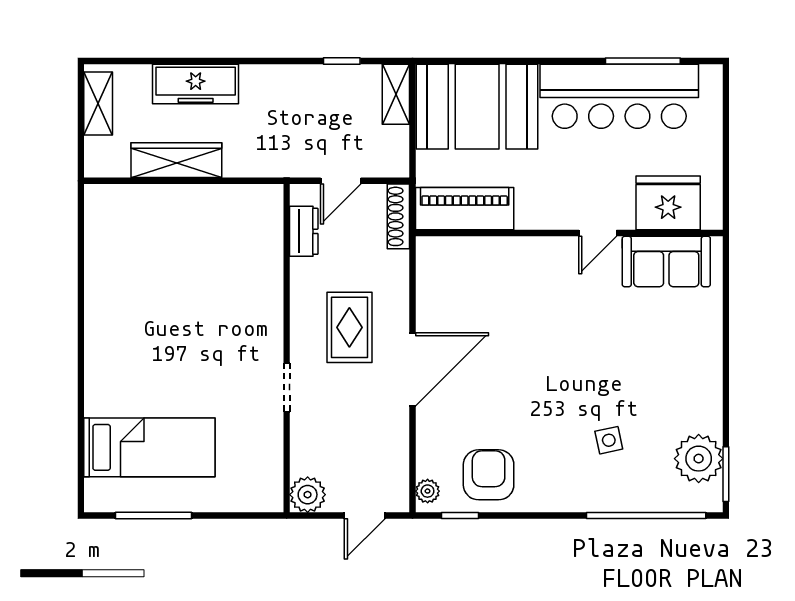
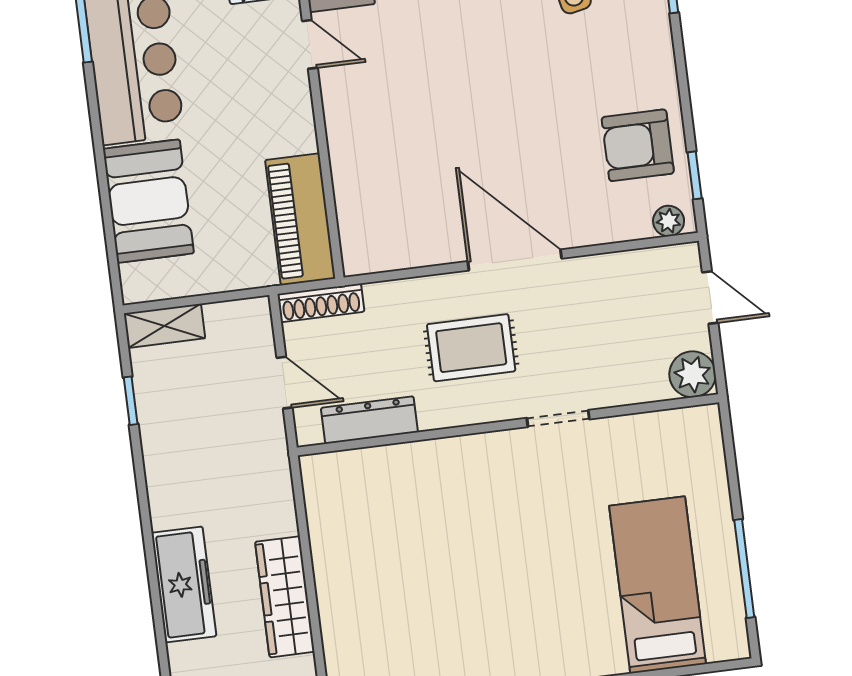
booth: (477, 107) -> (148, 201), width x0.73, depth x0.70
dresser: (304, 231) -> (369, 420), width x1.44

